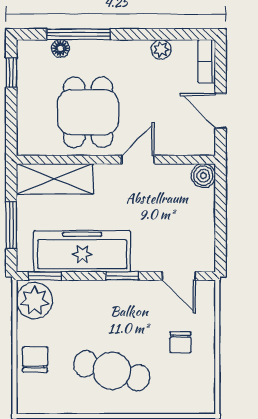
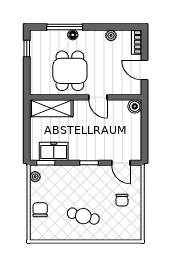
floor lamp: (60, 48) -> (73, 35), moved
door: (138, 160) -> (98, 97), swing flipped
window: (11, 225) -> (27, 134), removed
freezer: (82, 251) -> (54, 151), width x0.52, depth x0.79
plant: (35, 301) -> (35, 177), width x0.53, depth x0.53
cafe table: (112, 371) -> (83, 216), width x0.73, depth x0.74

